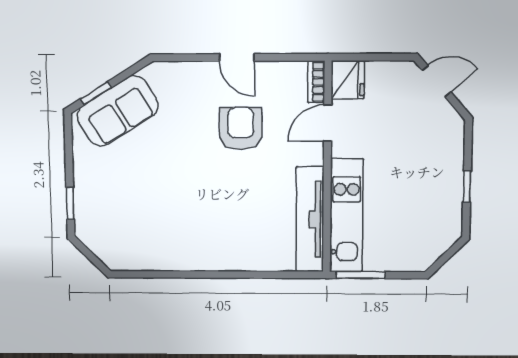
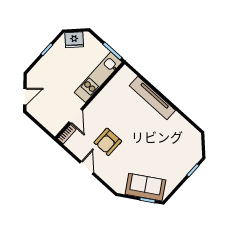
fridge: (348, 80) -> (74, 40), moved, turned -135
door: (437, 81) -> (25, 97), swing flipped
door: (328, 123) -> (76, 116), hinge flipped
tv unit: (310, 219) -> (152, 98), moved, turned 90

